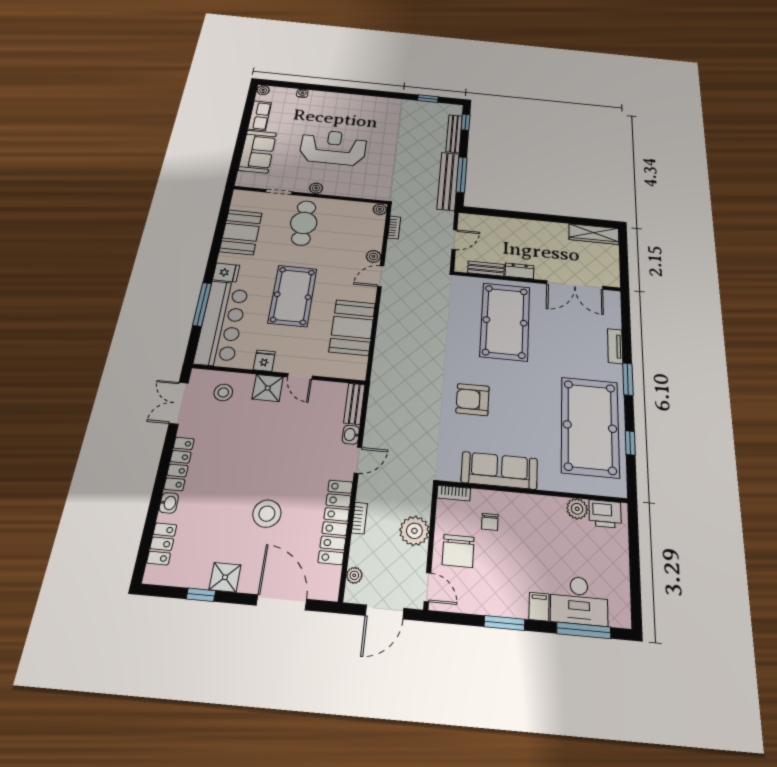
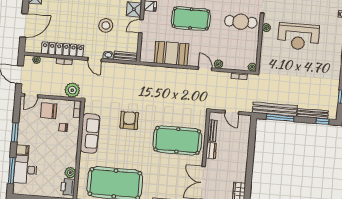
reception desk: (333, 147) -> (298, 37), turned 90
stool: (267, 514) -> (106, 25), moved
plant: (414, 531) -> (72, 90), moved

